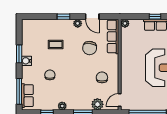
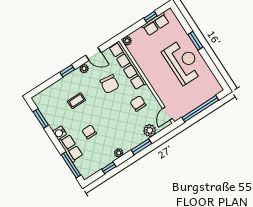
row of seats: (113, 37) -> (128, 65), width x1.36
window: (19, 54) -> (41, 118), moved
row of seats: (27, 96) -> (71, 148), moved

